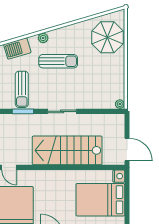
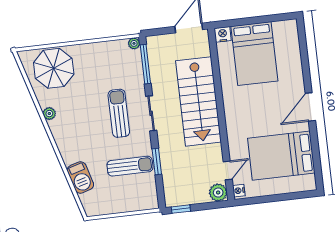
plant: (43, 38) -> (49, 114), moved
sun lounger: (58, 61) -> (119, 113), moved
window: (102, 111) -> (145, 64), added

